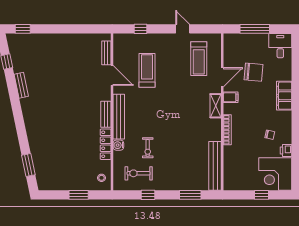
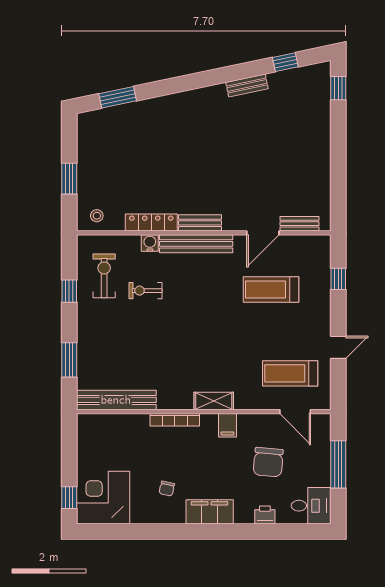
treadmill: (147, 70) -> (271, 290), turned 180
door: (222, 77) -> (295, 412), moved
filing cabinet: (284, 96) -> (210, 512), moved
printer: (286, 151) -> (265, 515), moved
window: (261, 195) -> (69, 498), moved

